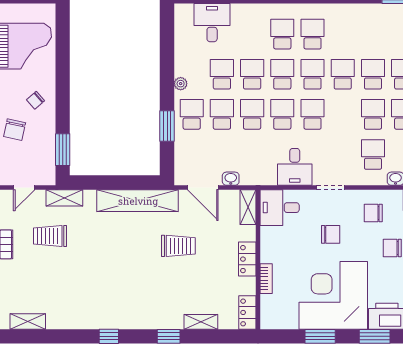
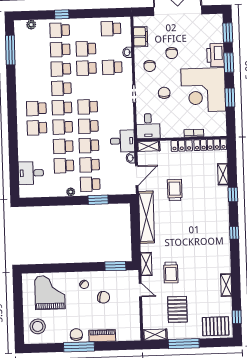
desk: (295, 167) -> (122, 141), moved
locker: (247, 312) -> (210, 145), width x1.53

